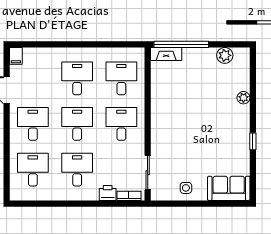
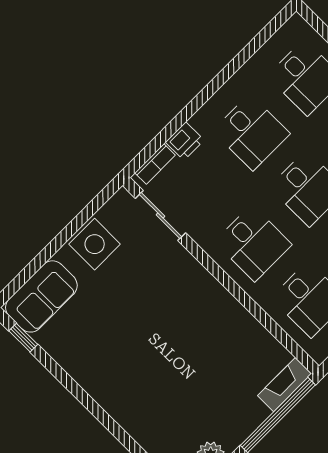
plant: (243, 98) -> (135, 426), removed
window: (253, 141) -> (23, 338), moved
side table: (186, 188) -> (95, 244), width x1.87, depth x1.87

